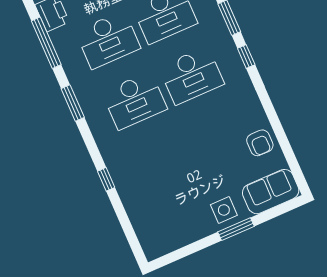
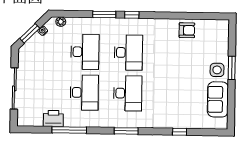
window: (73, 103) -> (126, 131), moved
window: (106, 179) -> (180, 132), moved
sofa: (271, 192) -> (218, 99), moved

